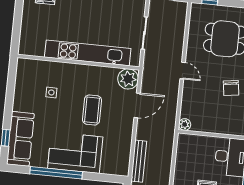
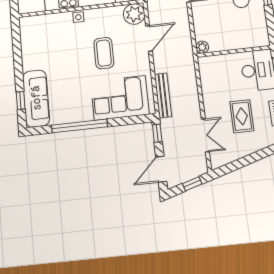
side table: (51, 92) -> (78, 17), moved
corner sofa: (75, 153) -> (120, 98), moved

